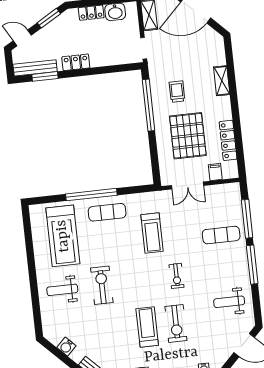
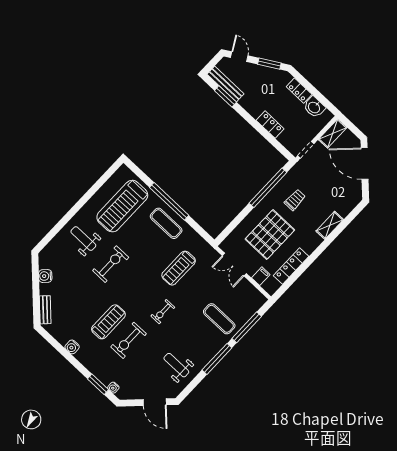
locker: (76, 62) -> (270, 125), moved

